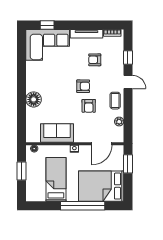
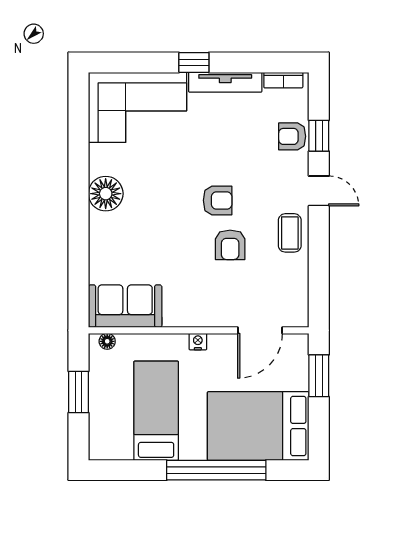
window: (47, 25) -> (194, 62), moved
armchair: (95, 60) -> (292, 136), moved
floor lamp: (34, 99) -> (106, 194), moved
plant: (119, 122) -> (299, 280), removed
sofa: (57, 133) -> (125, 306), moved

